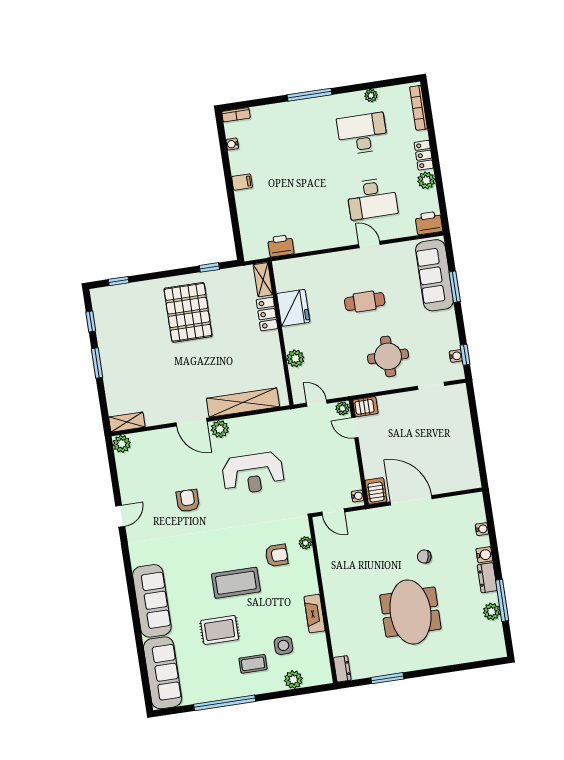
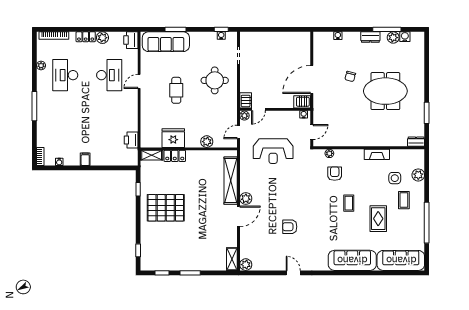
reception desk: (253, 473) -> (273, 151), moved, turned 90
water cooler: (484, 555) -> (405, 37), moved
coffee table: (236, 583) -> (349, 203), width x0.54, depth x0.58

